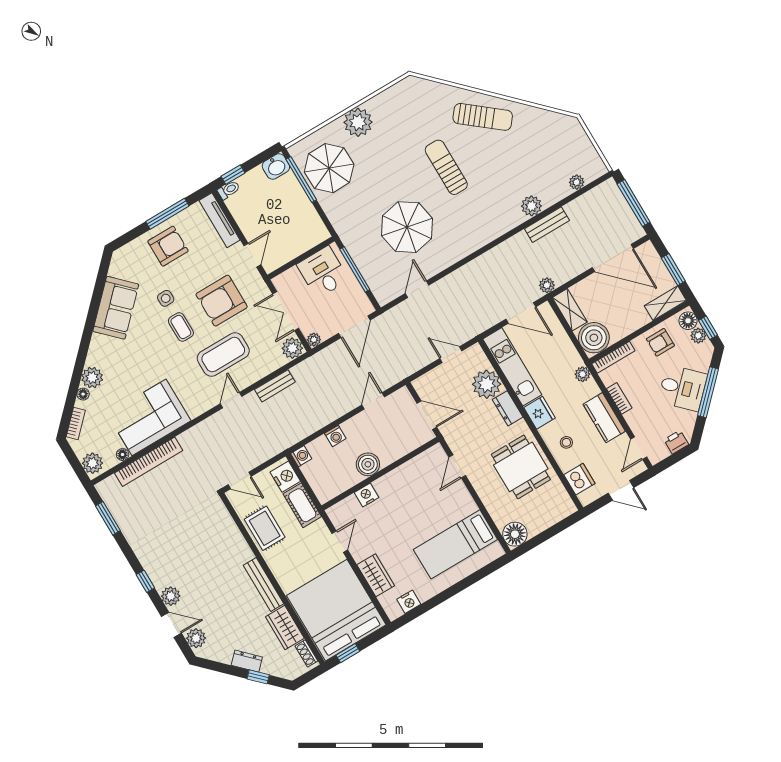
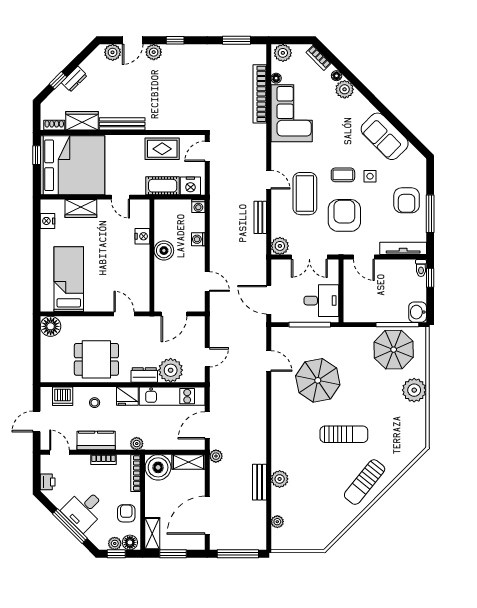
double door: (286, 311) -> (309, 257), swing flipped
plant: (314, 340) -> (277, 265), removed

